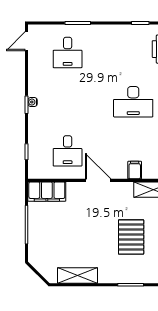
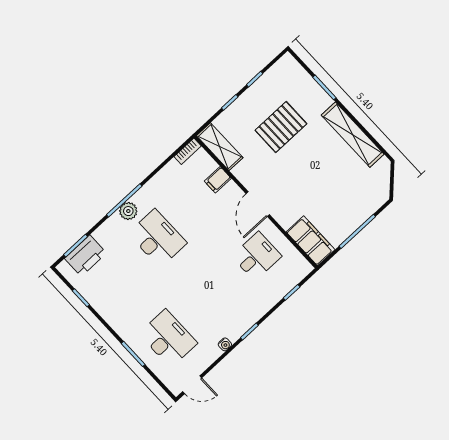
desk: (68, 53) -> (168, 338), width x1.37
water cooler: (33, 102) -> (225, 344), moved
shelving: (78, 275) -> (353, 135), width x1.47

